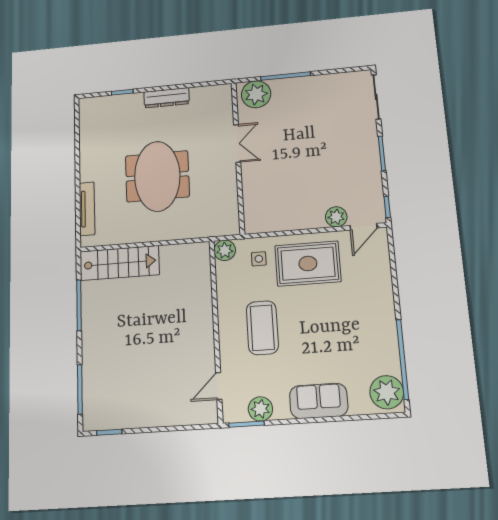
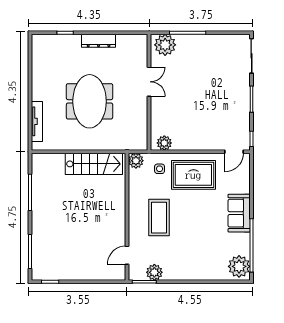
plant: (336, 217) -> (164, 143), moved
stairs: (120, 263) -> (94, 164), moved
sofa: (319, 401) -> (239, 213), moved, turned -90

